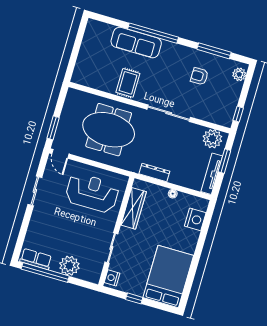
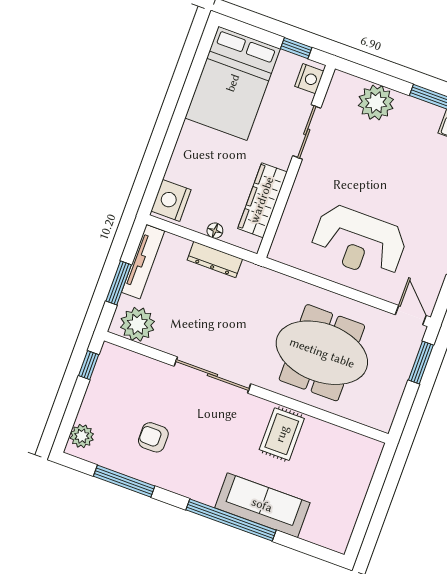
armchair: (199, 76) -> (153, 437), turned 180
dresser: (154, 173) -> (215, 260), moved
wardrobe: (134, 208) -> (262, 200), moved
nightstand: (195, 219) -> (171, 200), moved
wall: (116, 231) -> (296, 161), moved
sliding door: (111, 248) -> (307, 132), moved
plant: (69, 266) -> (376, 102), moved
nightstand: (112, 278) -> (309, 79), moved

